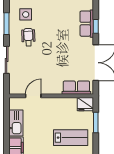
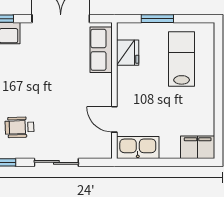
fridge: (85, 104) -> (128, 53), moved
kitchen sink: (16, 123) -> (138, 147), moved

